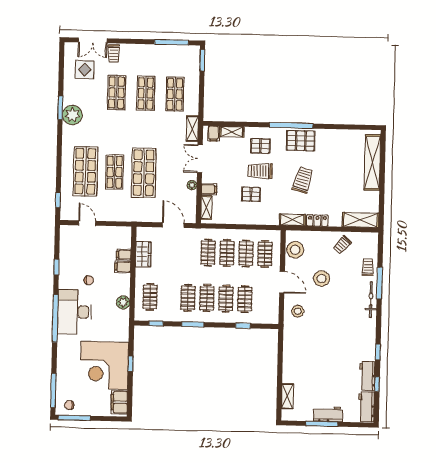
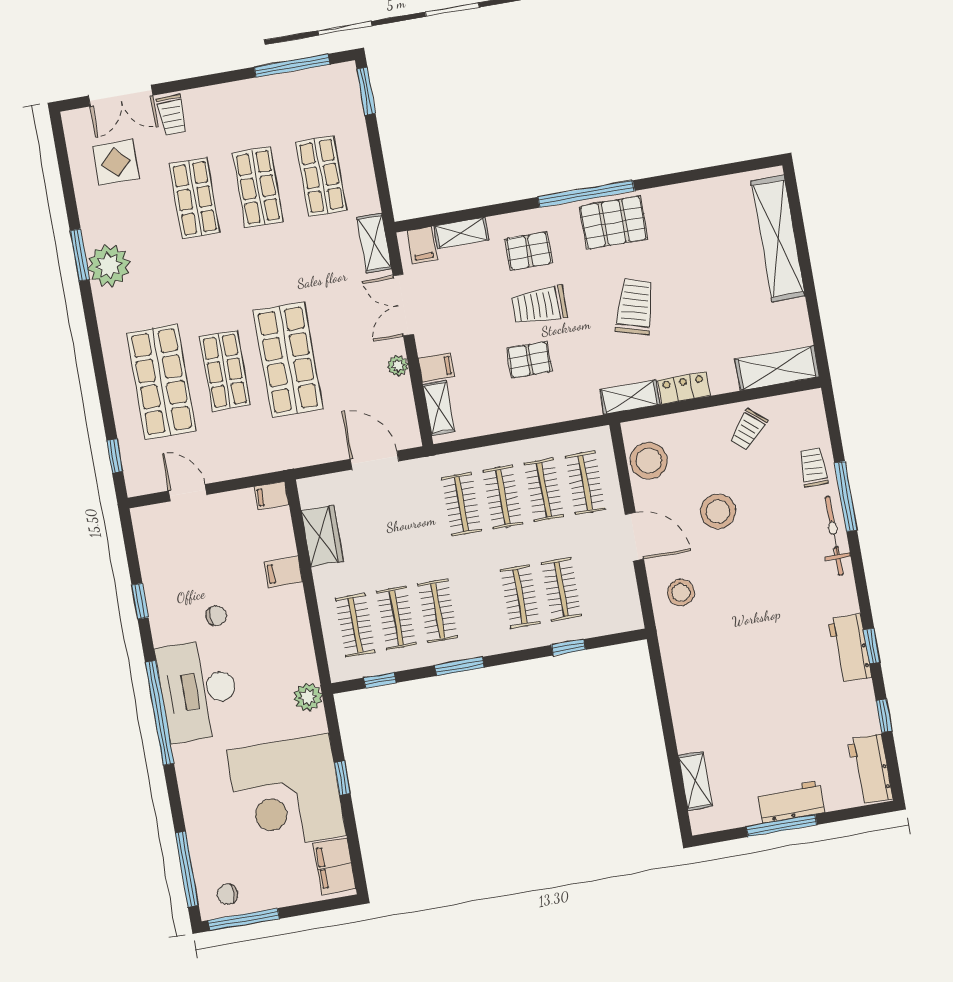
filing cabinet: (124, 255) -> (272, 496), moved
clothes rail: (207, 298) -> (397, 618), moved
plant: (123, 302) -> (308, 697), moved
workbench: (367, 376) -> (850, 648), moved

